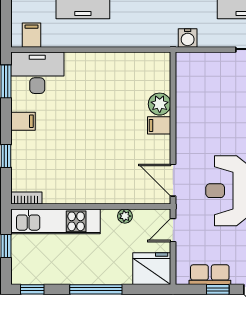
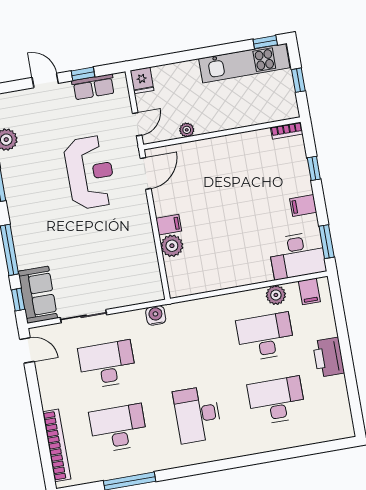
plant: (65, 37) -> (276, 295), added
door: (173, 180) -> (146, 173), hinge flipped
kitchen unit: (56, 221) -> (244, 63), moved, turned 180
fridge: (152, 269) -> (142, 80), width x0.53, depth x0.75
window: (96, 289) -> (203, 53), removed

